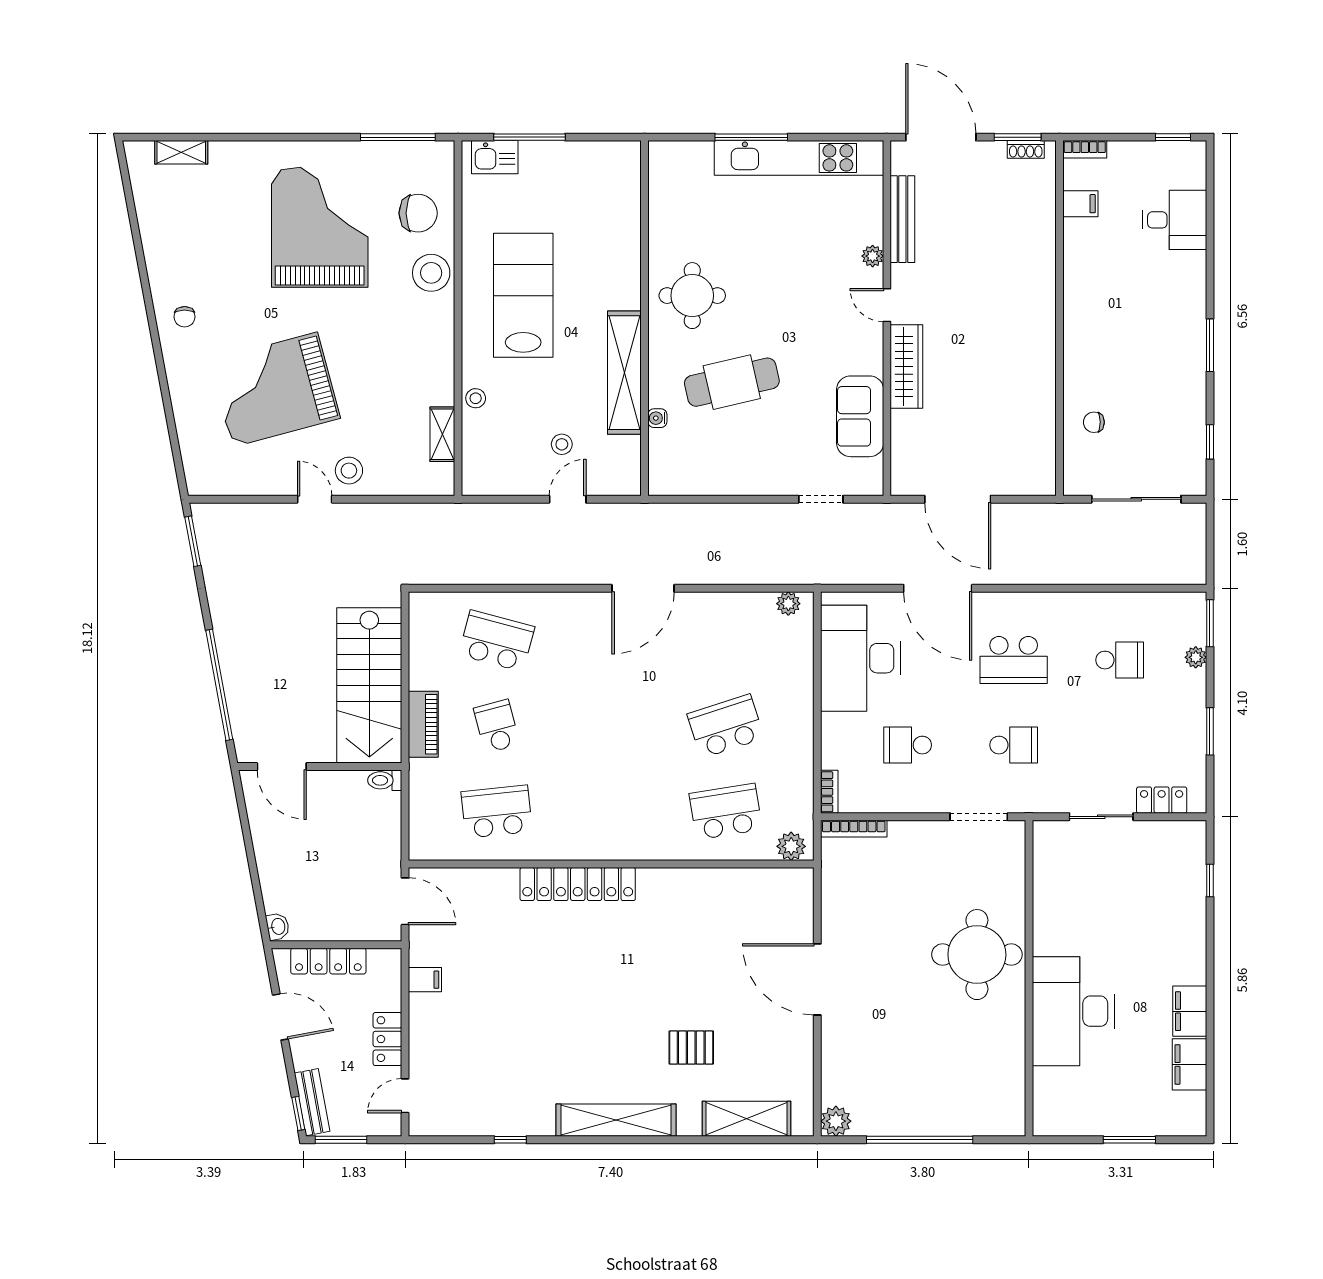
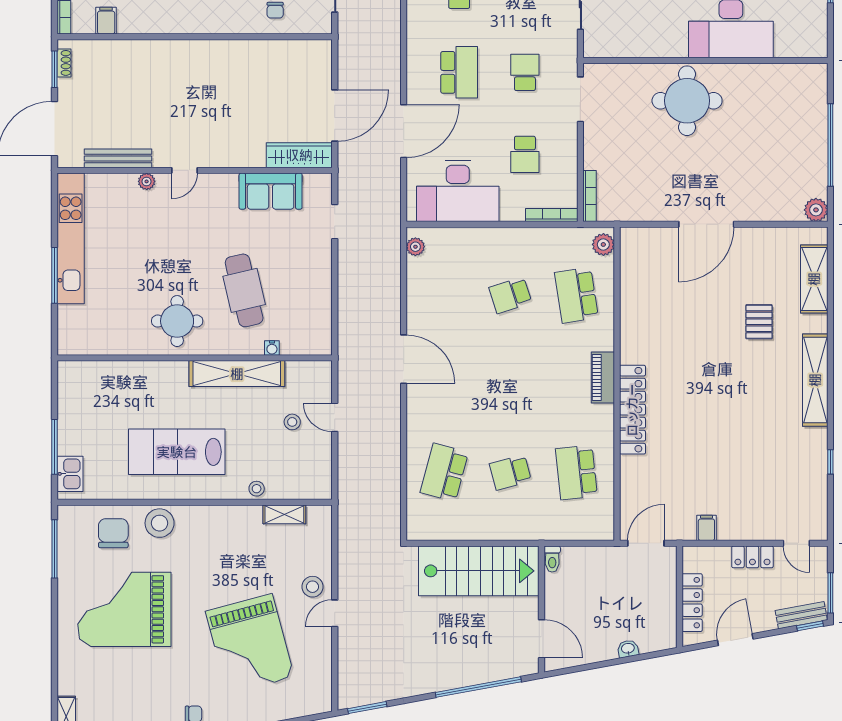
wardrobe: (906, 367) -> (299, 155), moved
piano: (423, 724) -> (603, 377), moved, turned -90
school desk: (726, 726) -> (510, 295), width x0.54
door: (282, 767) -> (542, 639), hinge flipped
bookcase: (829, 792) -> (552, 215), width x1.56
washbasin: (278, 927) -> (628, 649), moved

